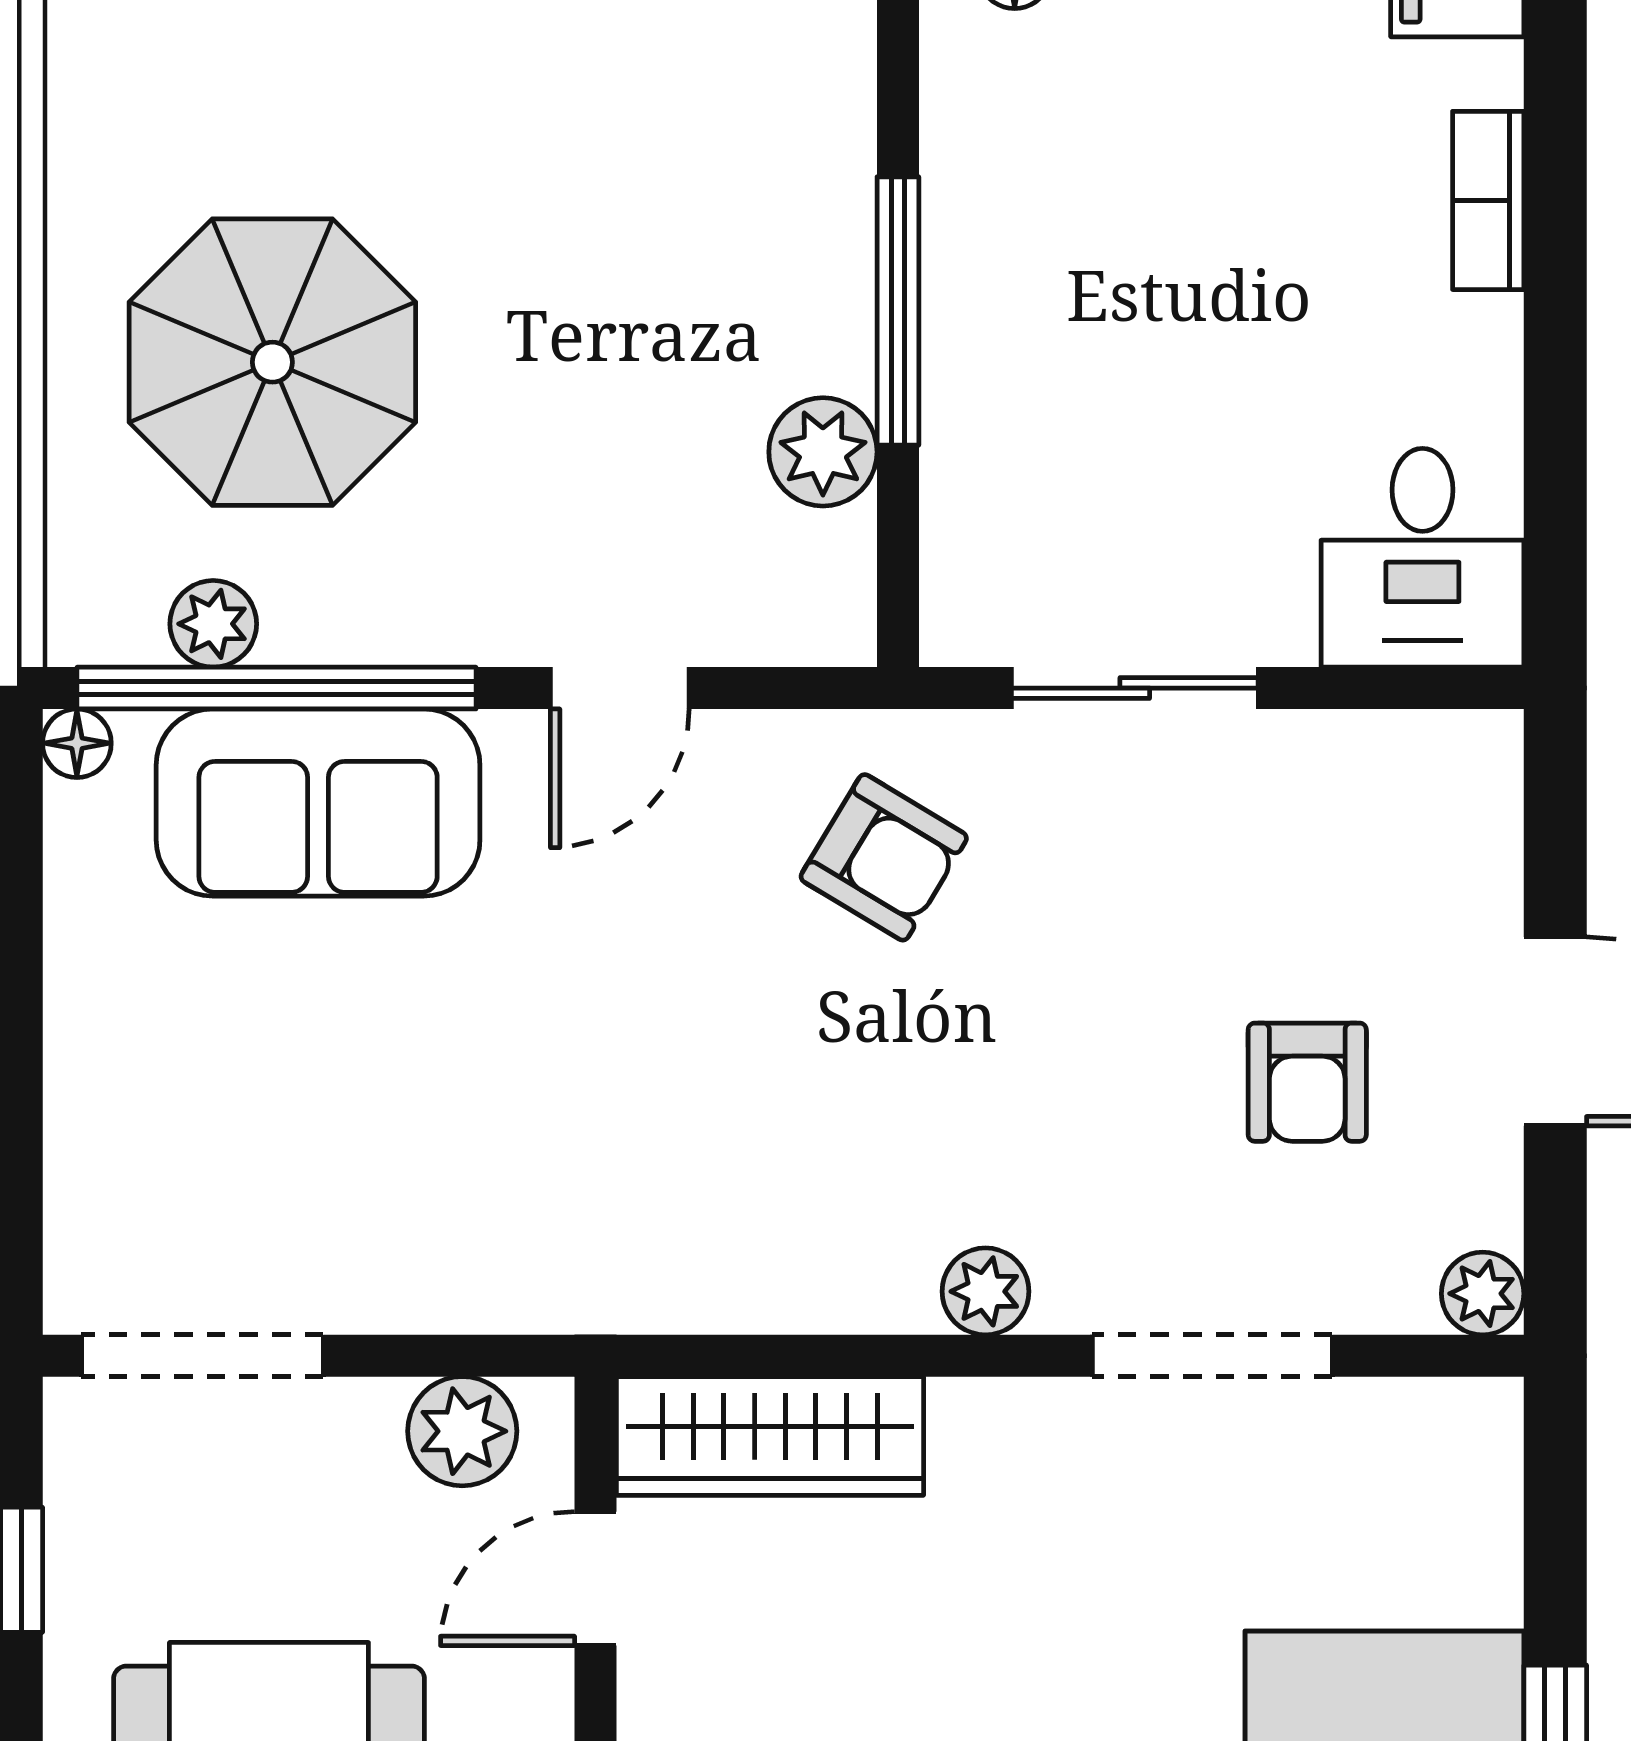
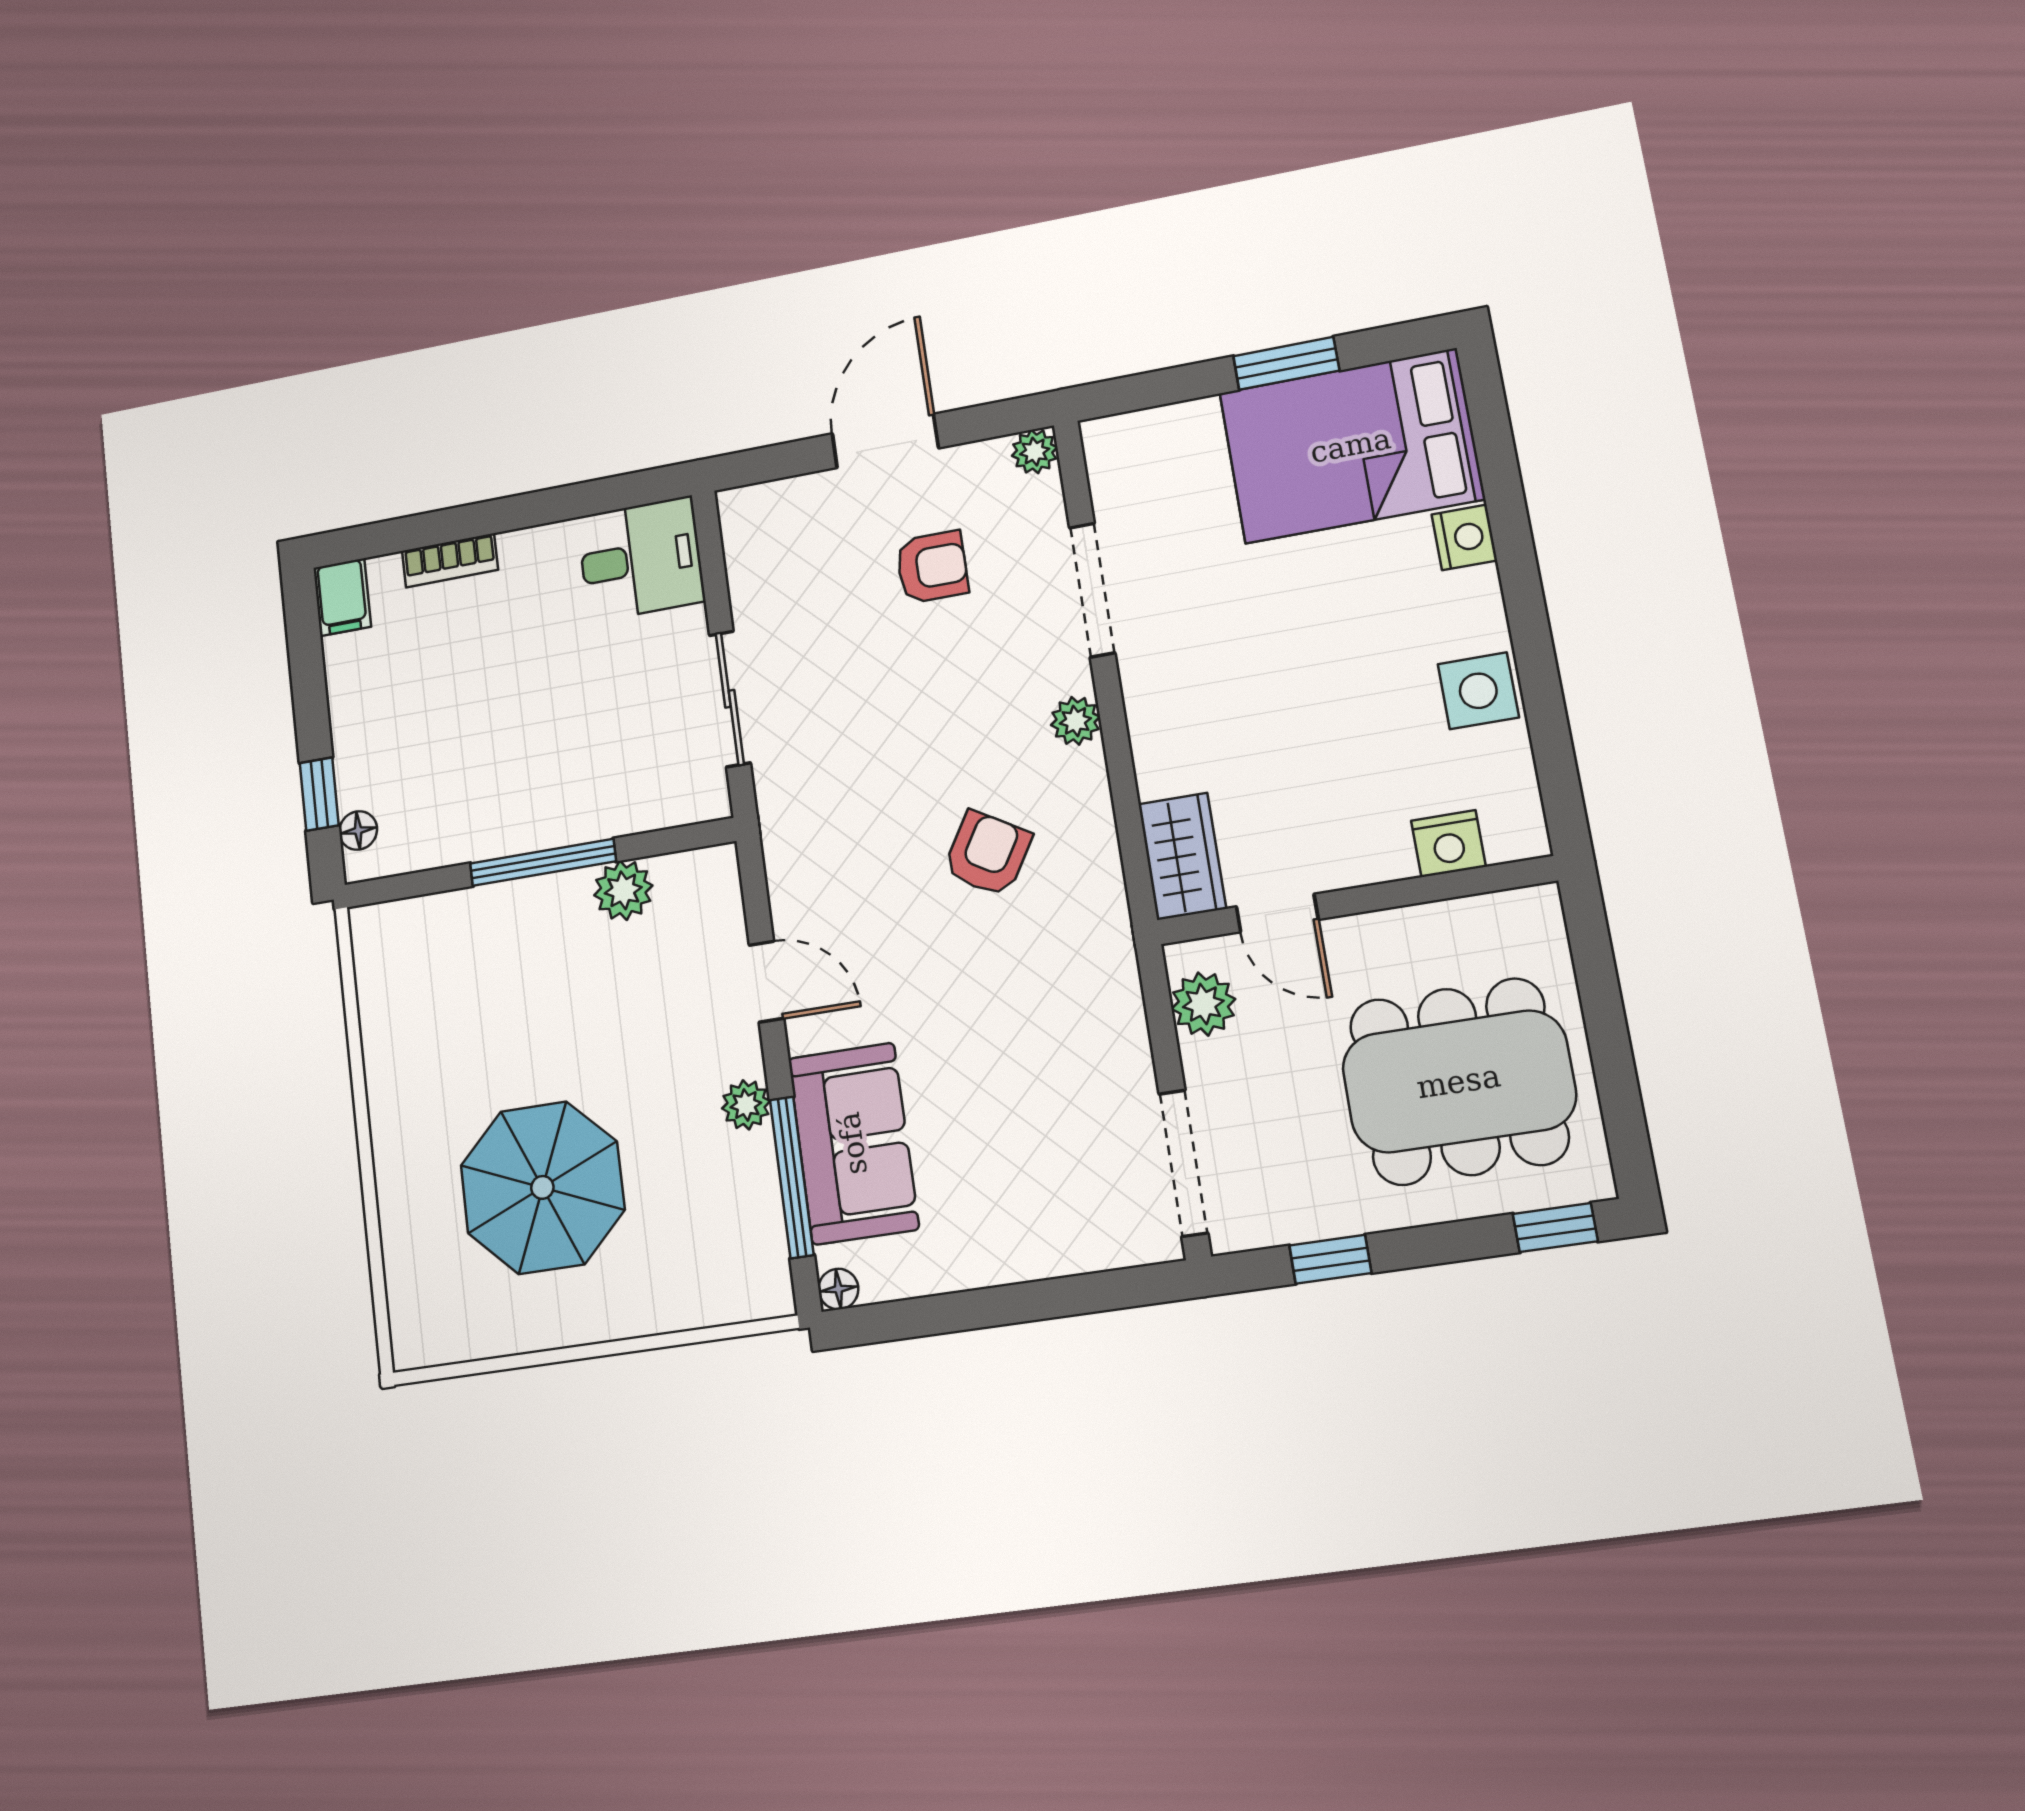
parasol: (272, 362) -> (542, 1187), moved
plant: (213, 624) -> (746, 1105), moved
window: (277, 688) -> (792, 1177), width x0.68
armchair: (884, 857) -> (987, 854), moved
wardrobe: (770, 1436) -> (1182, 856), width x0.67

